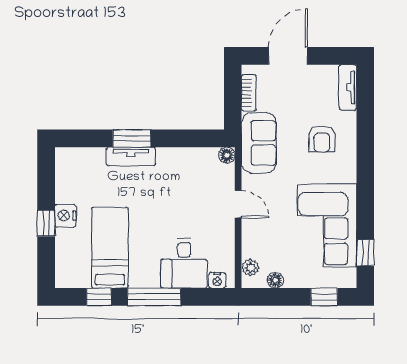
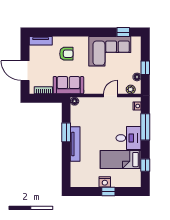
window: (132, 138) -> (66, 132), moved
tv unit: (131, 156) -> (75, 144), width x1.41
door: (238, 204) -> (110, 95), moved
desk: (184, 263) -> (129, 138), moved
window: (154, 297) -> (145, 127), moved
window: (324, 297) -> (145, 68), moved

